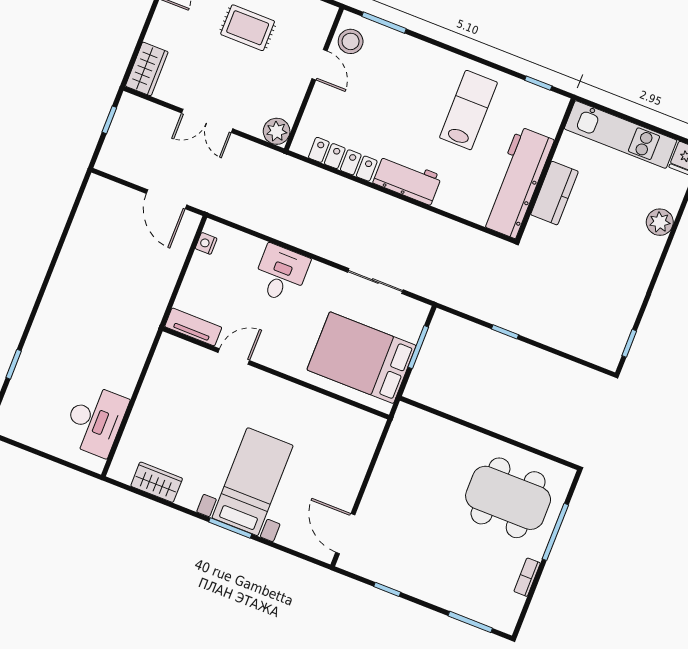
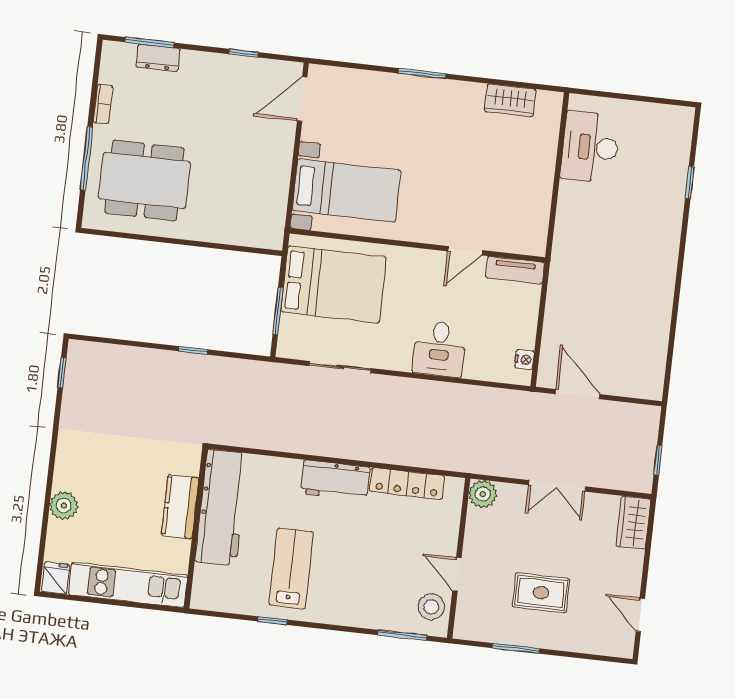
window: (538, 83) -> (272, 621), moved
lab bench: (468, 110) -> (291, 568), turned 180
double door: (207, 121) -> (557, 486), swing flipped
bed with nightstands: (253, 482) -> (347, 191), moved, turned -90
door: (345, 534) -> (302, 99), swing flipped
dresser: (466, 606) -> (158, 58), added

